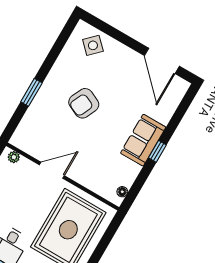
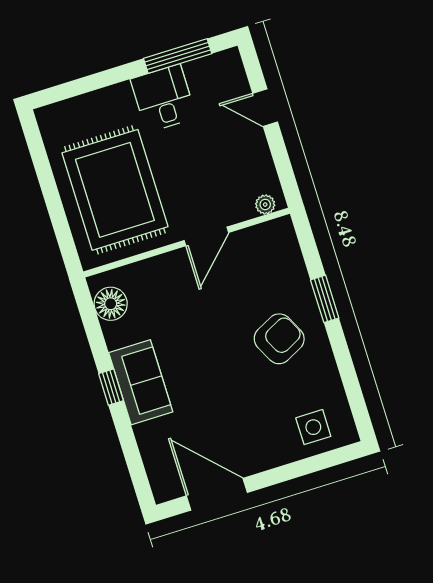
side table: (93, 45) -> (313, 427), turned 45
armchair: (84, 103) -> (279, 339), moved, turned 38
floor lamp: (122, 192) -> (111, 304), width x1.89, depth x1.89

